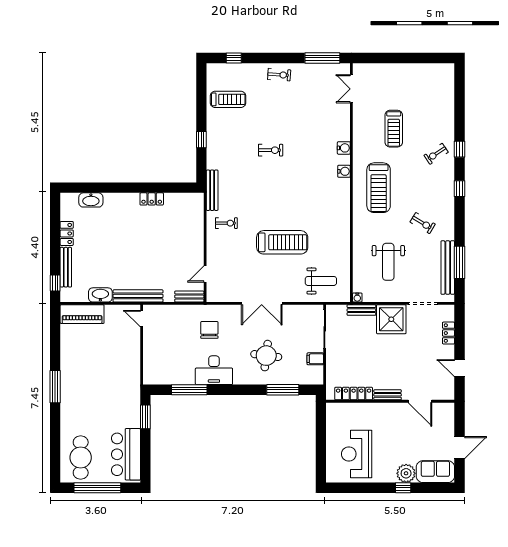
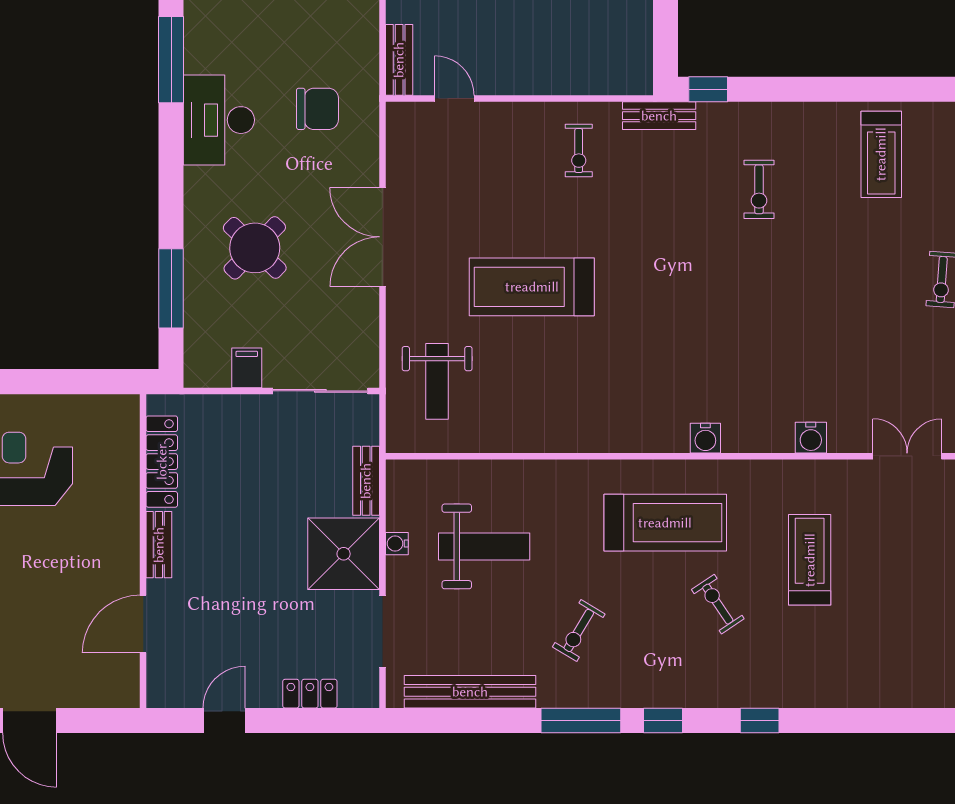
treadmill: (394, 129) -> (810, 560), turned 90
window: (201, 140) -> (708, 89), moved
water cooler: (344, 148) -> (811, 438), moved
exercise bike: (271, 150) -> (759, 189), moved
exercise bike: (436, 154) -> (718, 604), moved
treadmill: (379, 188) -> (665, 523), turned 180
bench: (212, 190) -> (659, 116), width x0.73
treadmill: (282, 242) -> (532, 287), turned 90
weight bench: (388, 262) -> (484, 546), turned 180
window: (459, 262) -> (581, 721), moved
water cooler: (357, 297) -> (397, 544), moved
round table: (266, 356) -> (255, 248), turned 37

